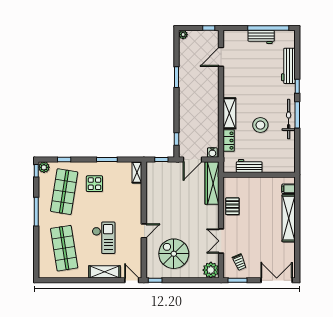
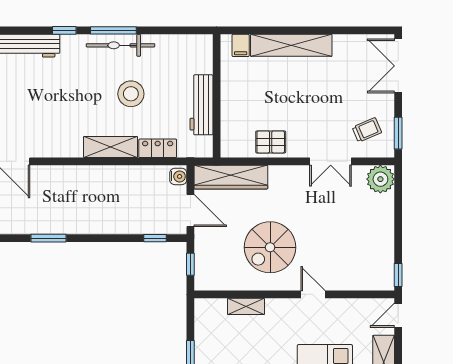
workbench: (249, 166) -> (201, 105), width x1.37
shelving: (137, 172) -> (246, 306), moved
spiral stairs: (174, 254) -> (270, 247), moved

